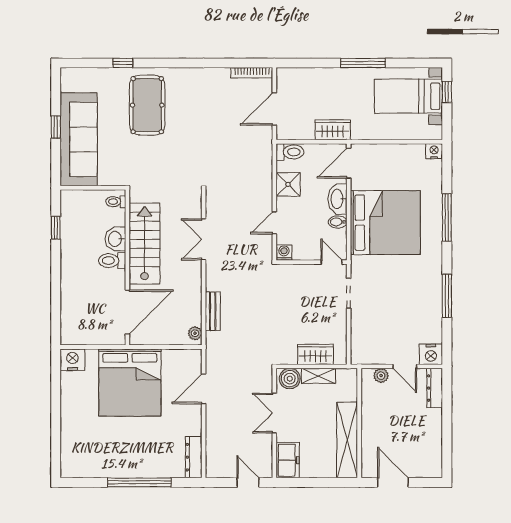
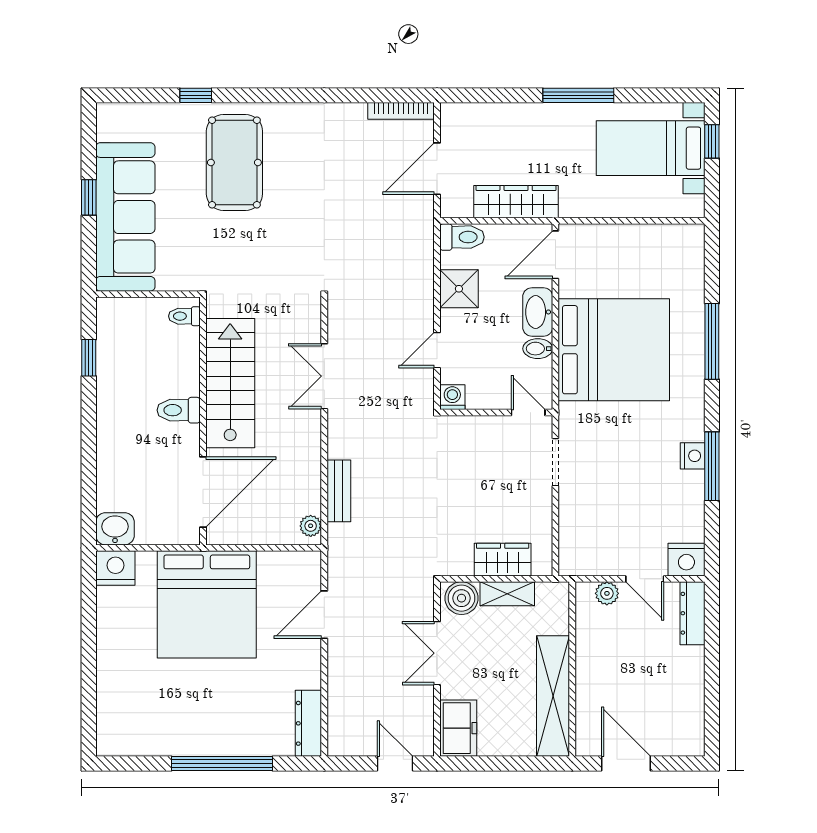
wardrobe: (333, 130) -> (516, 202), width x1.50
nightstand: (434, 151) -> (693, 456), moved, turned 90
washbasin: (115, 239) -> (115, 529), moved, turned 90

